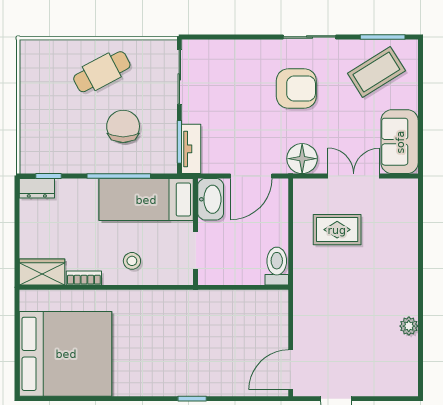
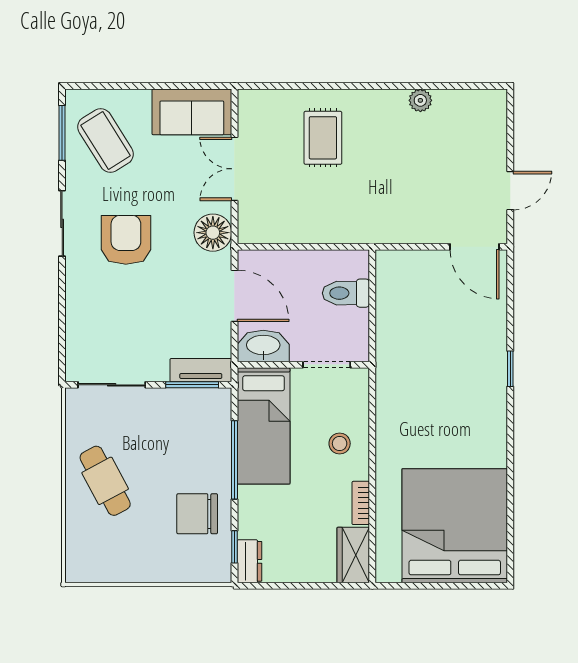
chair: (123, 126) -> (197, 514), moved
rug: (337, 230) -> (323, 138), moved
toilet: (277, 266) -> (346, 293), moved

